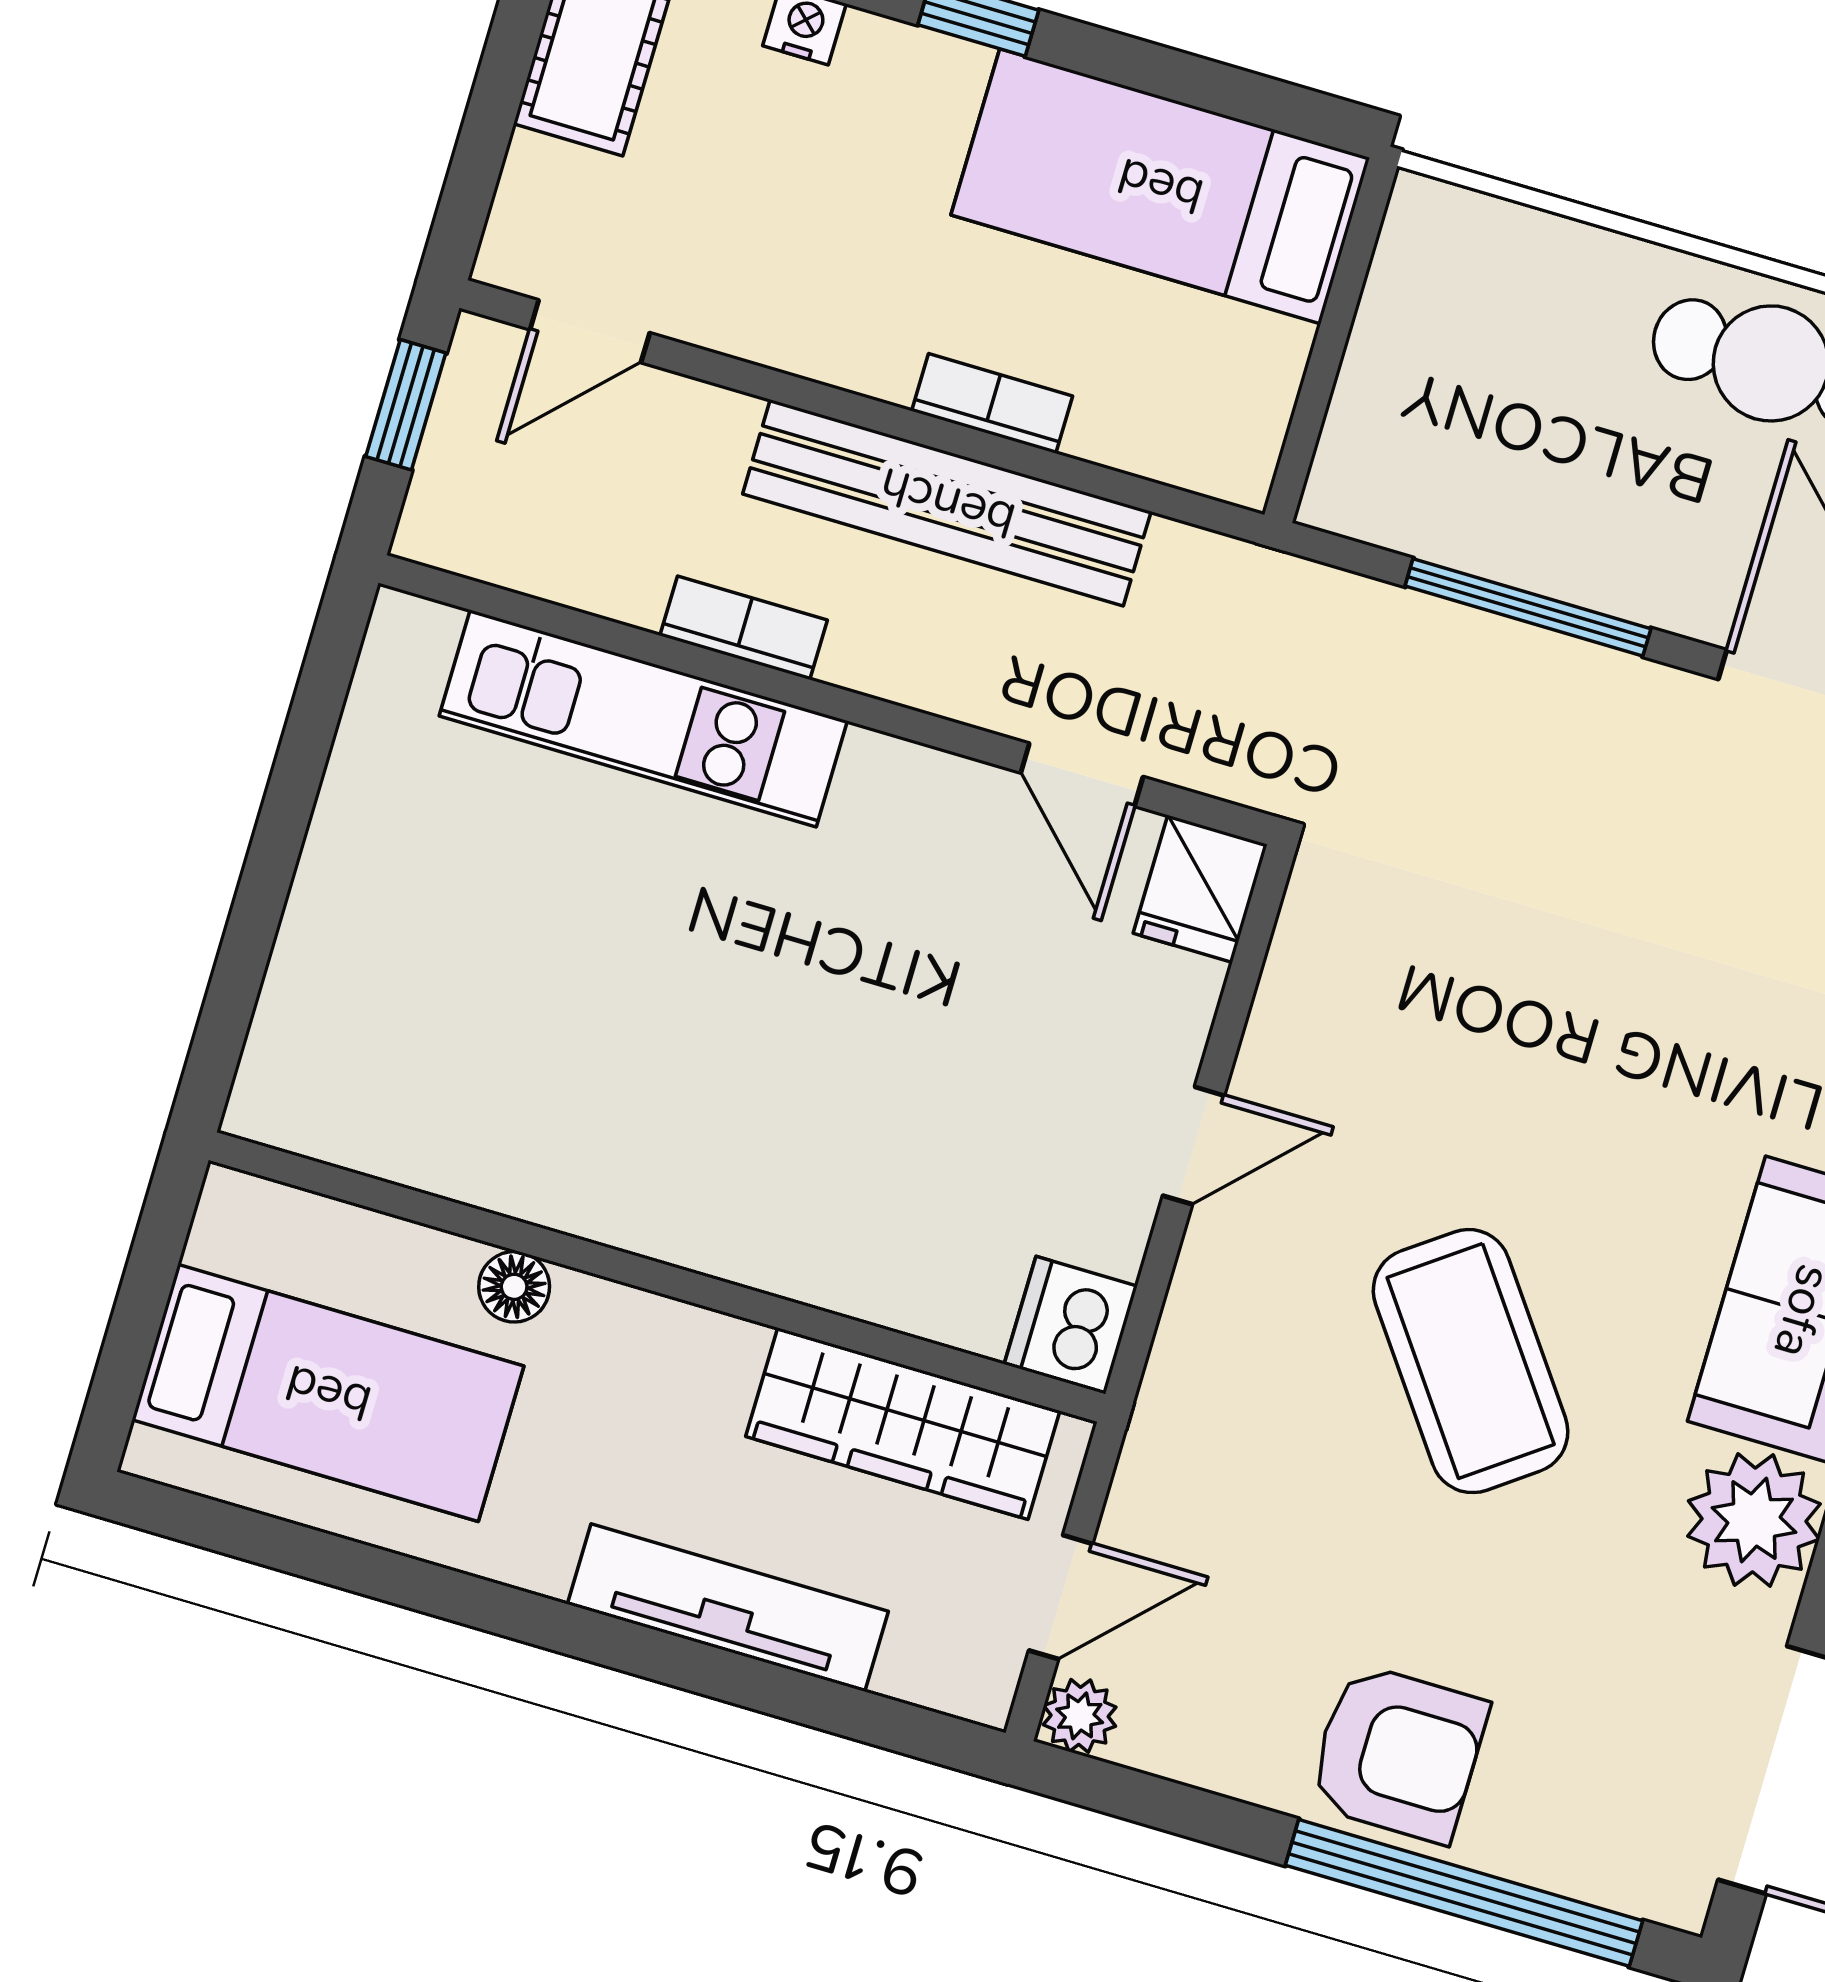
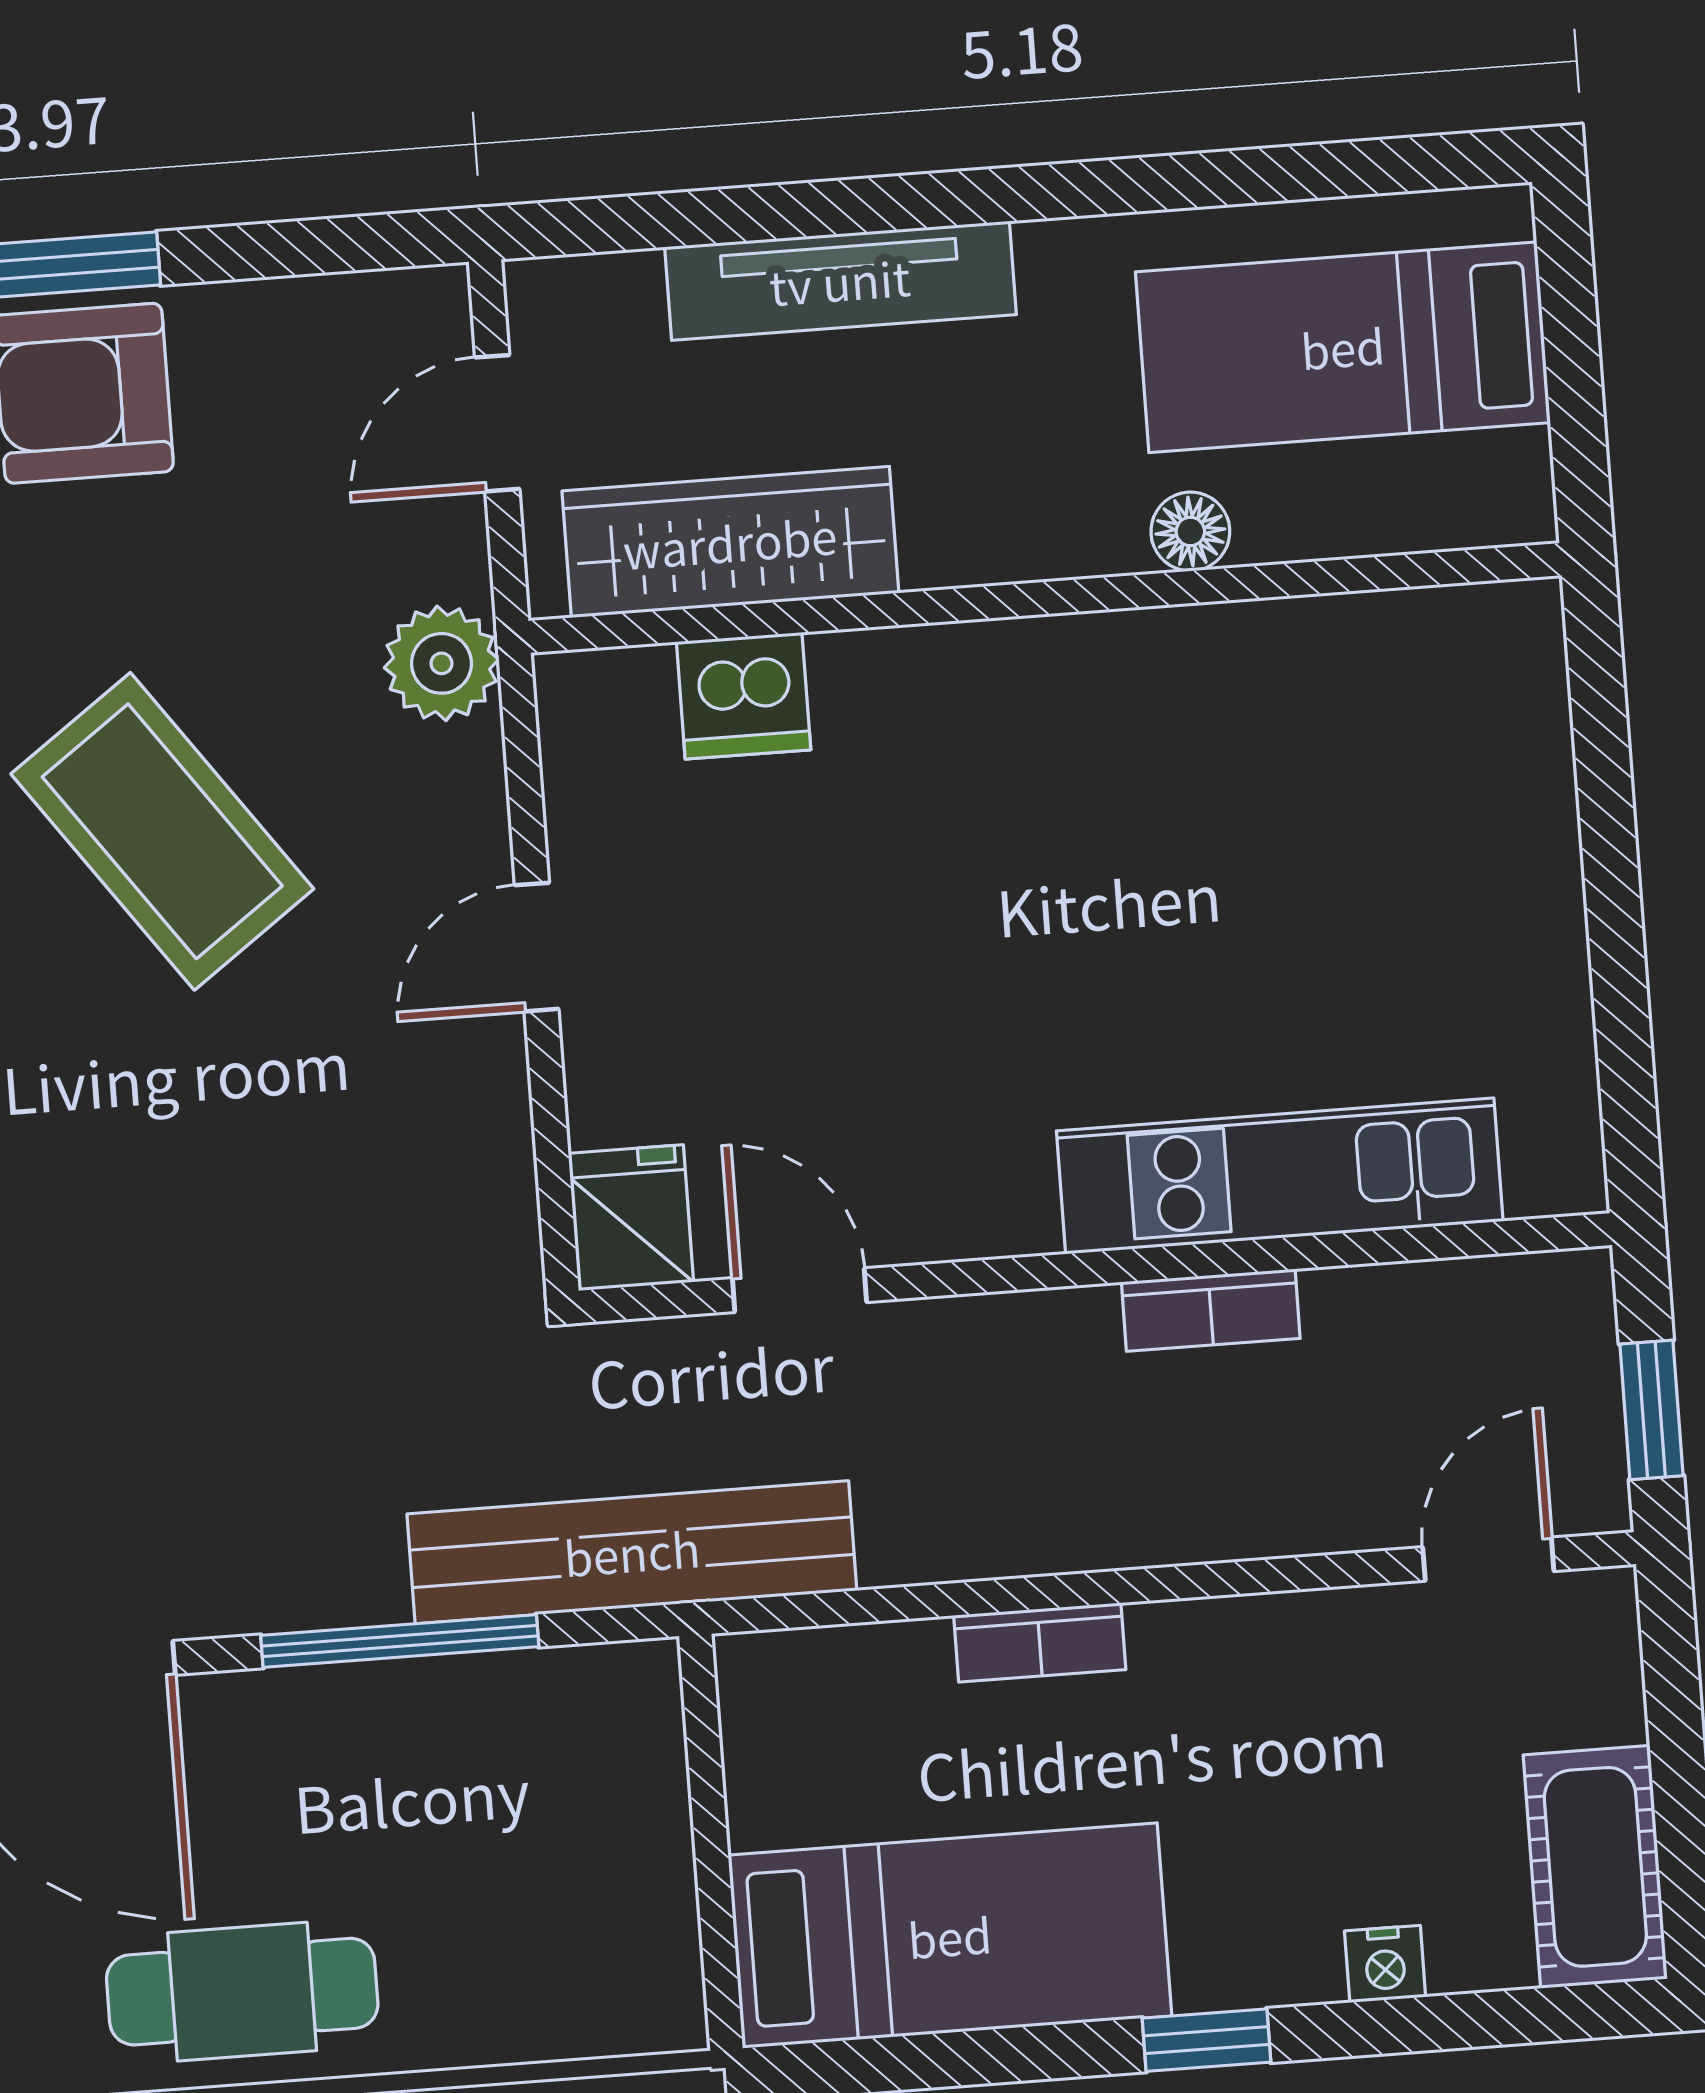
bench: (947, 503) -> (632, 1552), moved
dishwasher: (1071, 1325) -> (744, 696), moved, turned 90
plant: (1080, 1716) -> (442, 663), moved, width x1.38, depth x1.38

